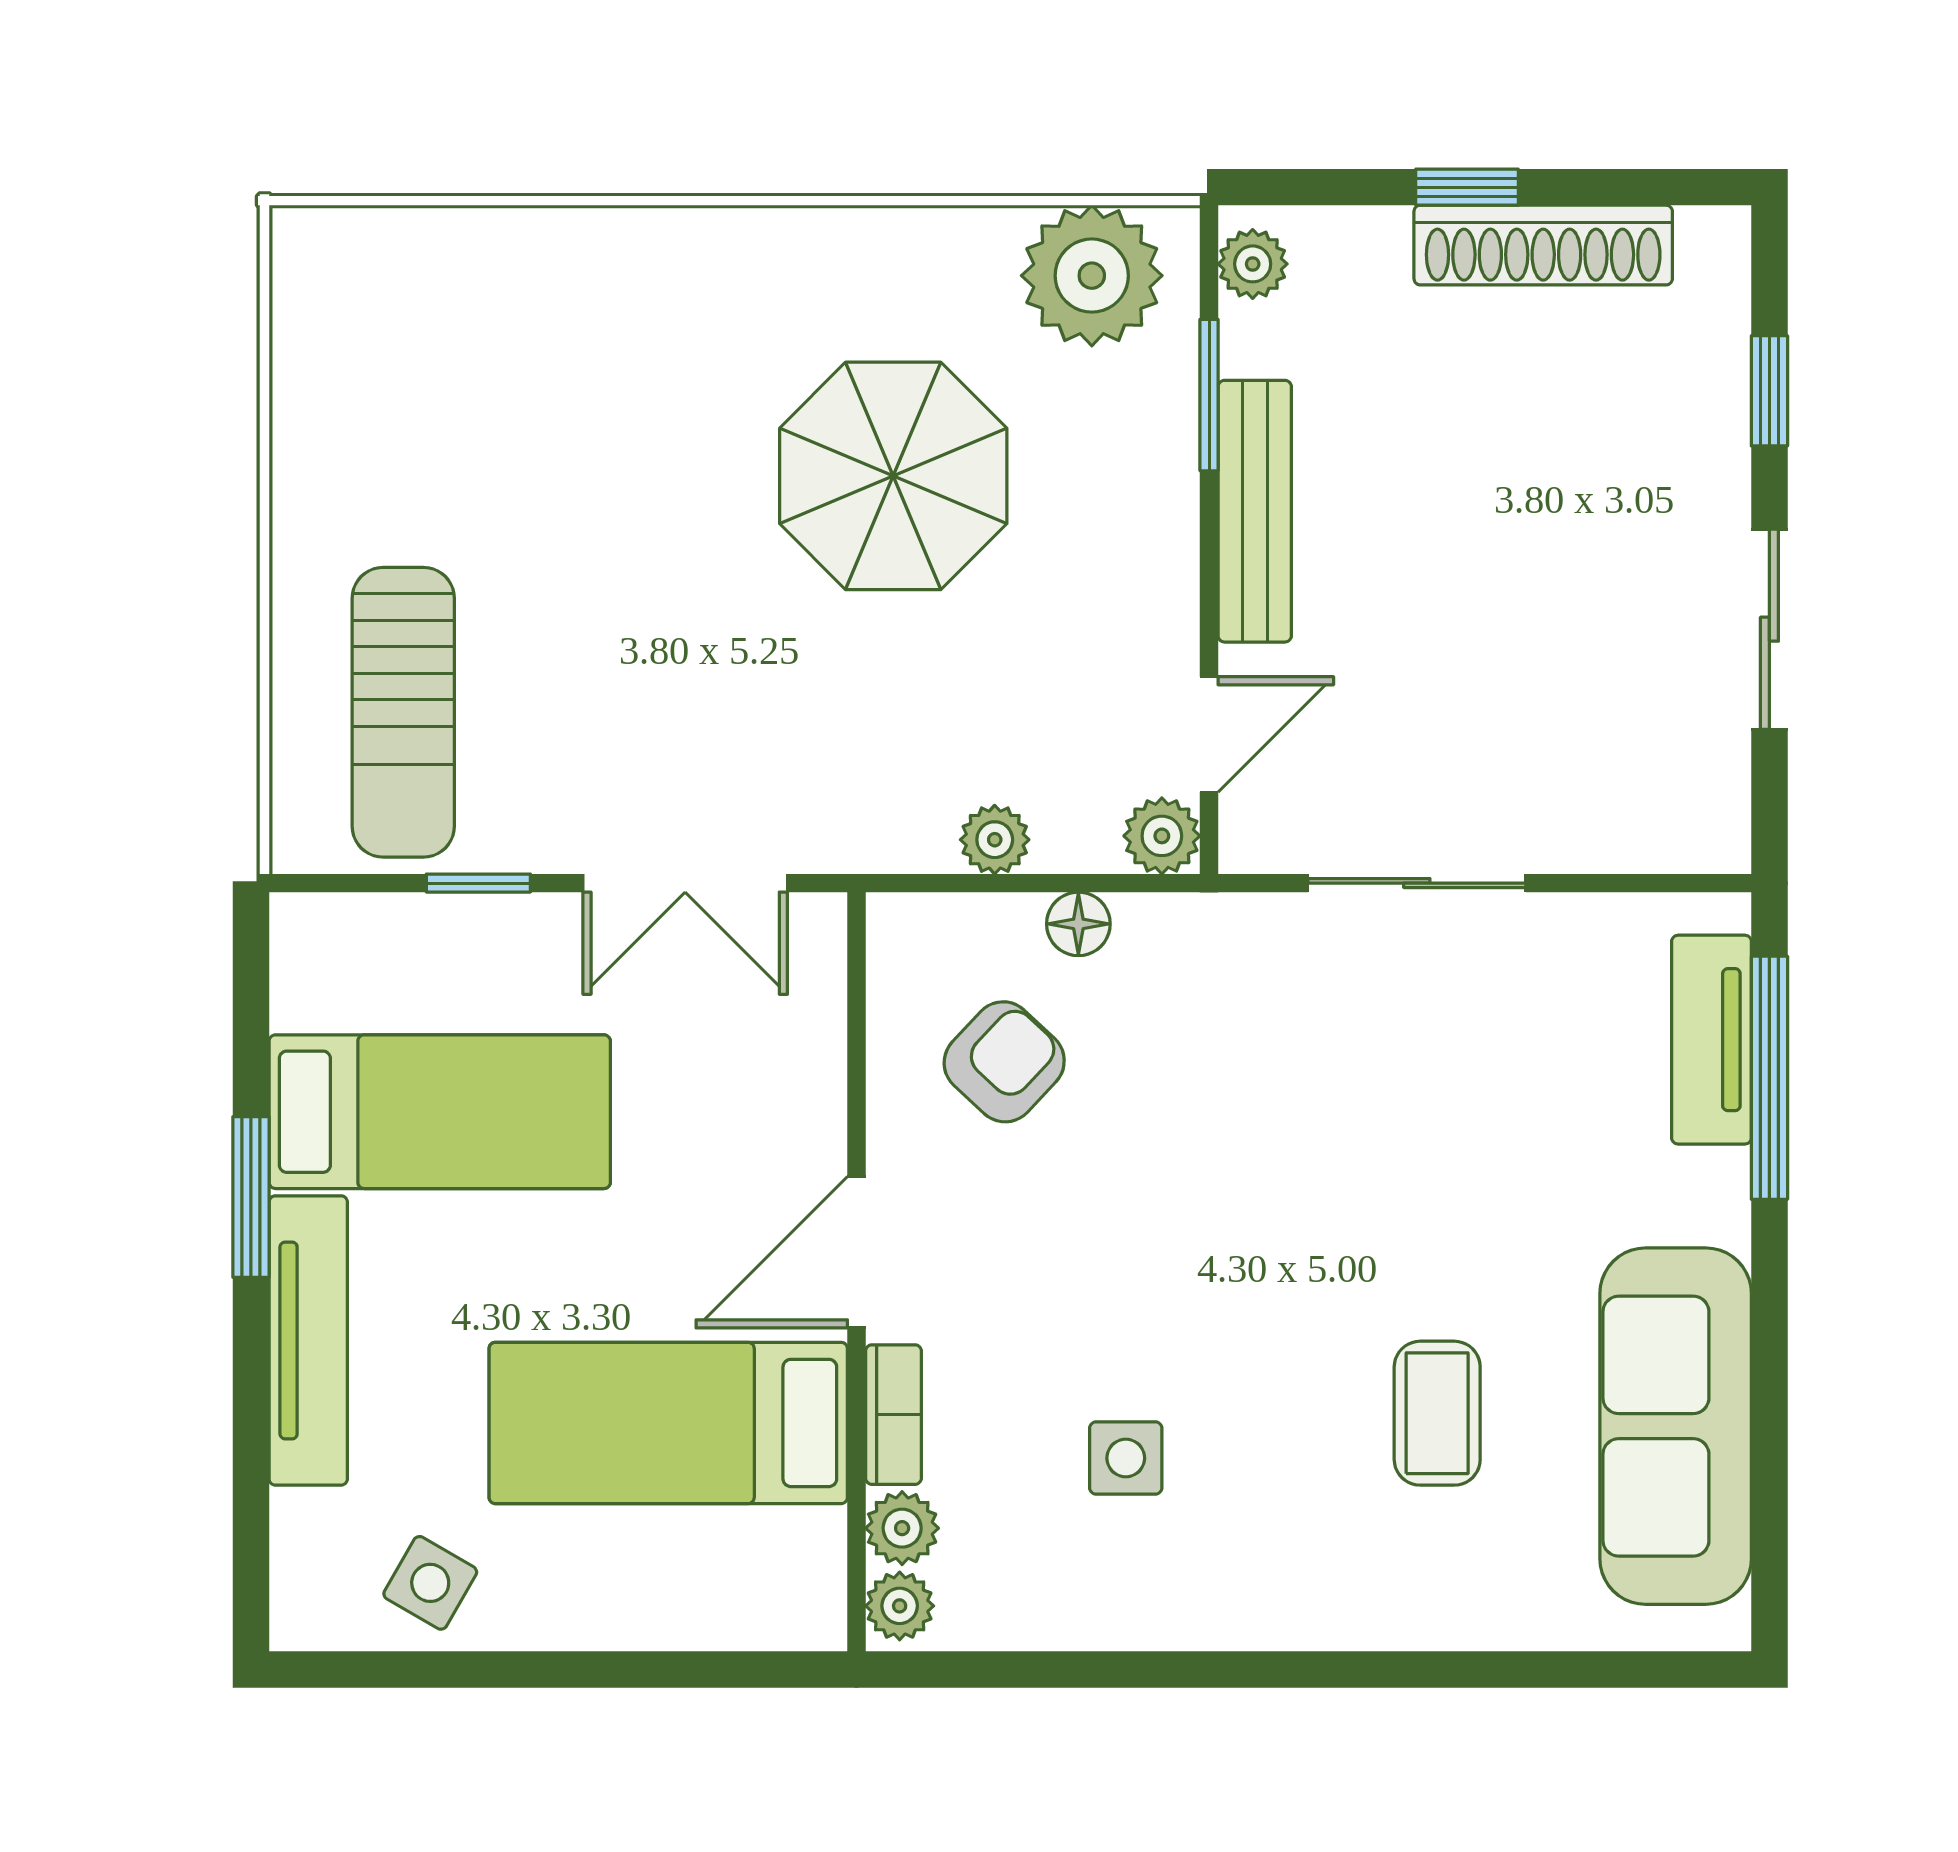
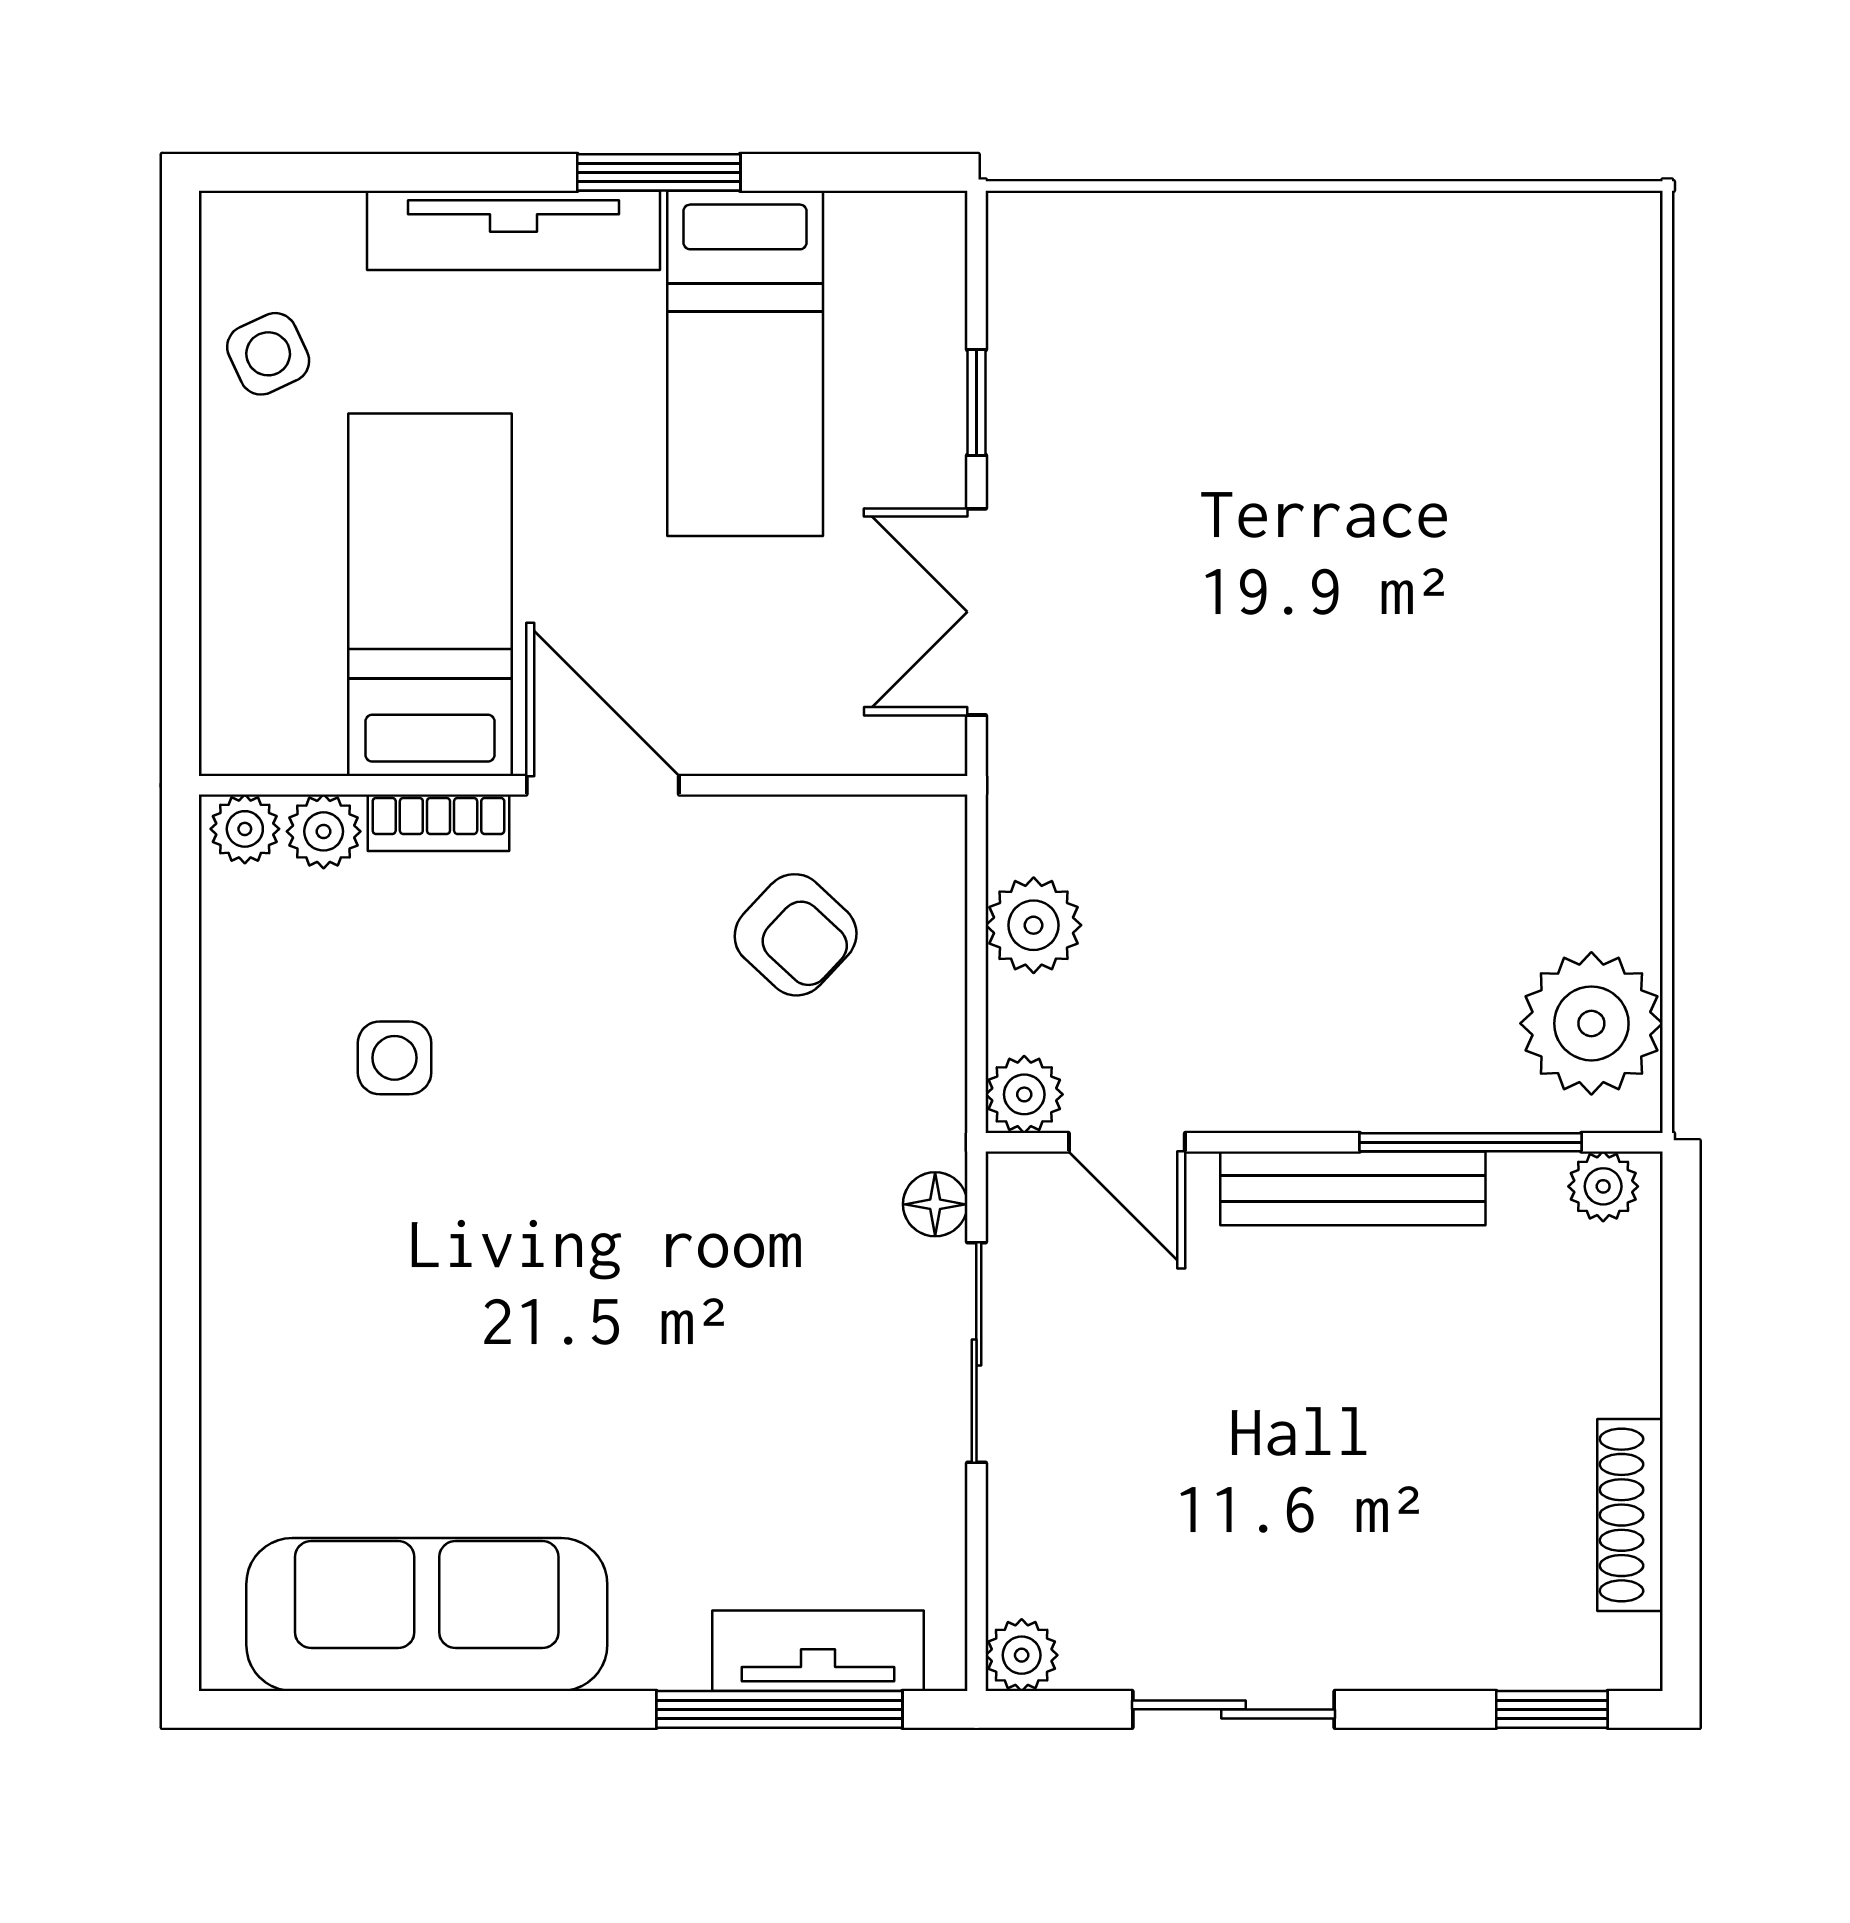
window: (1467, 187) -> (1681, 1403), removed
shoe rack: (1543, 245) -> (1630, 1515), width x0.74, depth x0.81
window: (1769, 391) -> (1552, 1709), moved
window: (1209, 395) -> (1470, 1142), width x1.44
parasol: (893, 476) -> (1389, 822), removed
sun lounger: (403, 712) -> (1149, 327), removed
plant: (1716, 838) -> (1022, 1655), added
plant: (995, 840) -> (1034, 925), width x1.38, depth x1.38
floor lamp: (1078, 924) -> (935, 1204), moved
coffee table: (1437, 1413) -> (440, 1373), removed
side table: (430, 1583) -> (268, 354), turned 35

